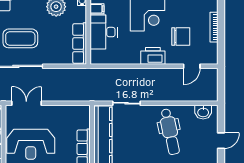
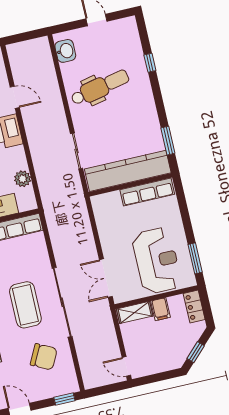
plant: (115, 58) -> (23, 179), added
door: (192, 66) -> (15, 97), moved

